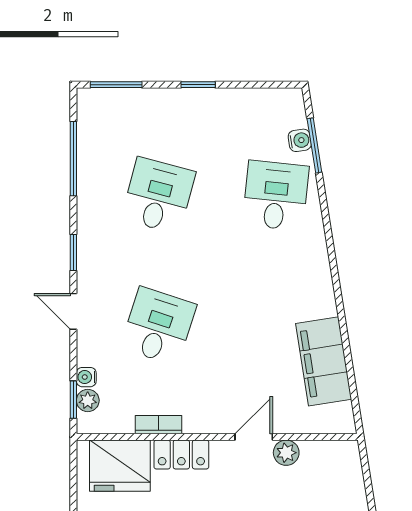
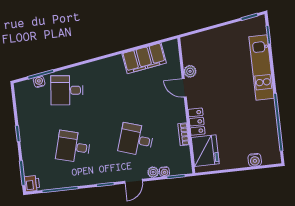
printer: (92, 102) -> (32, 184), added
plant: (88, 400) -> (153, 172), moved

